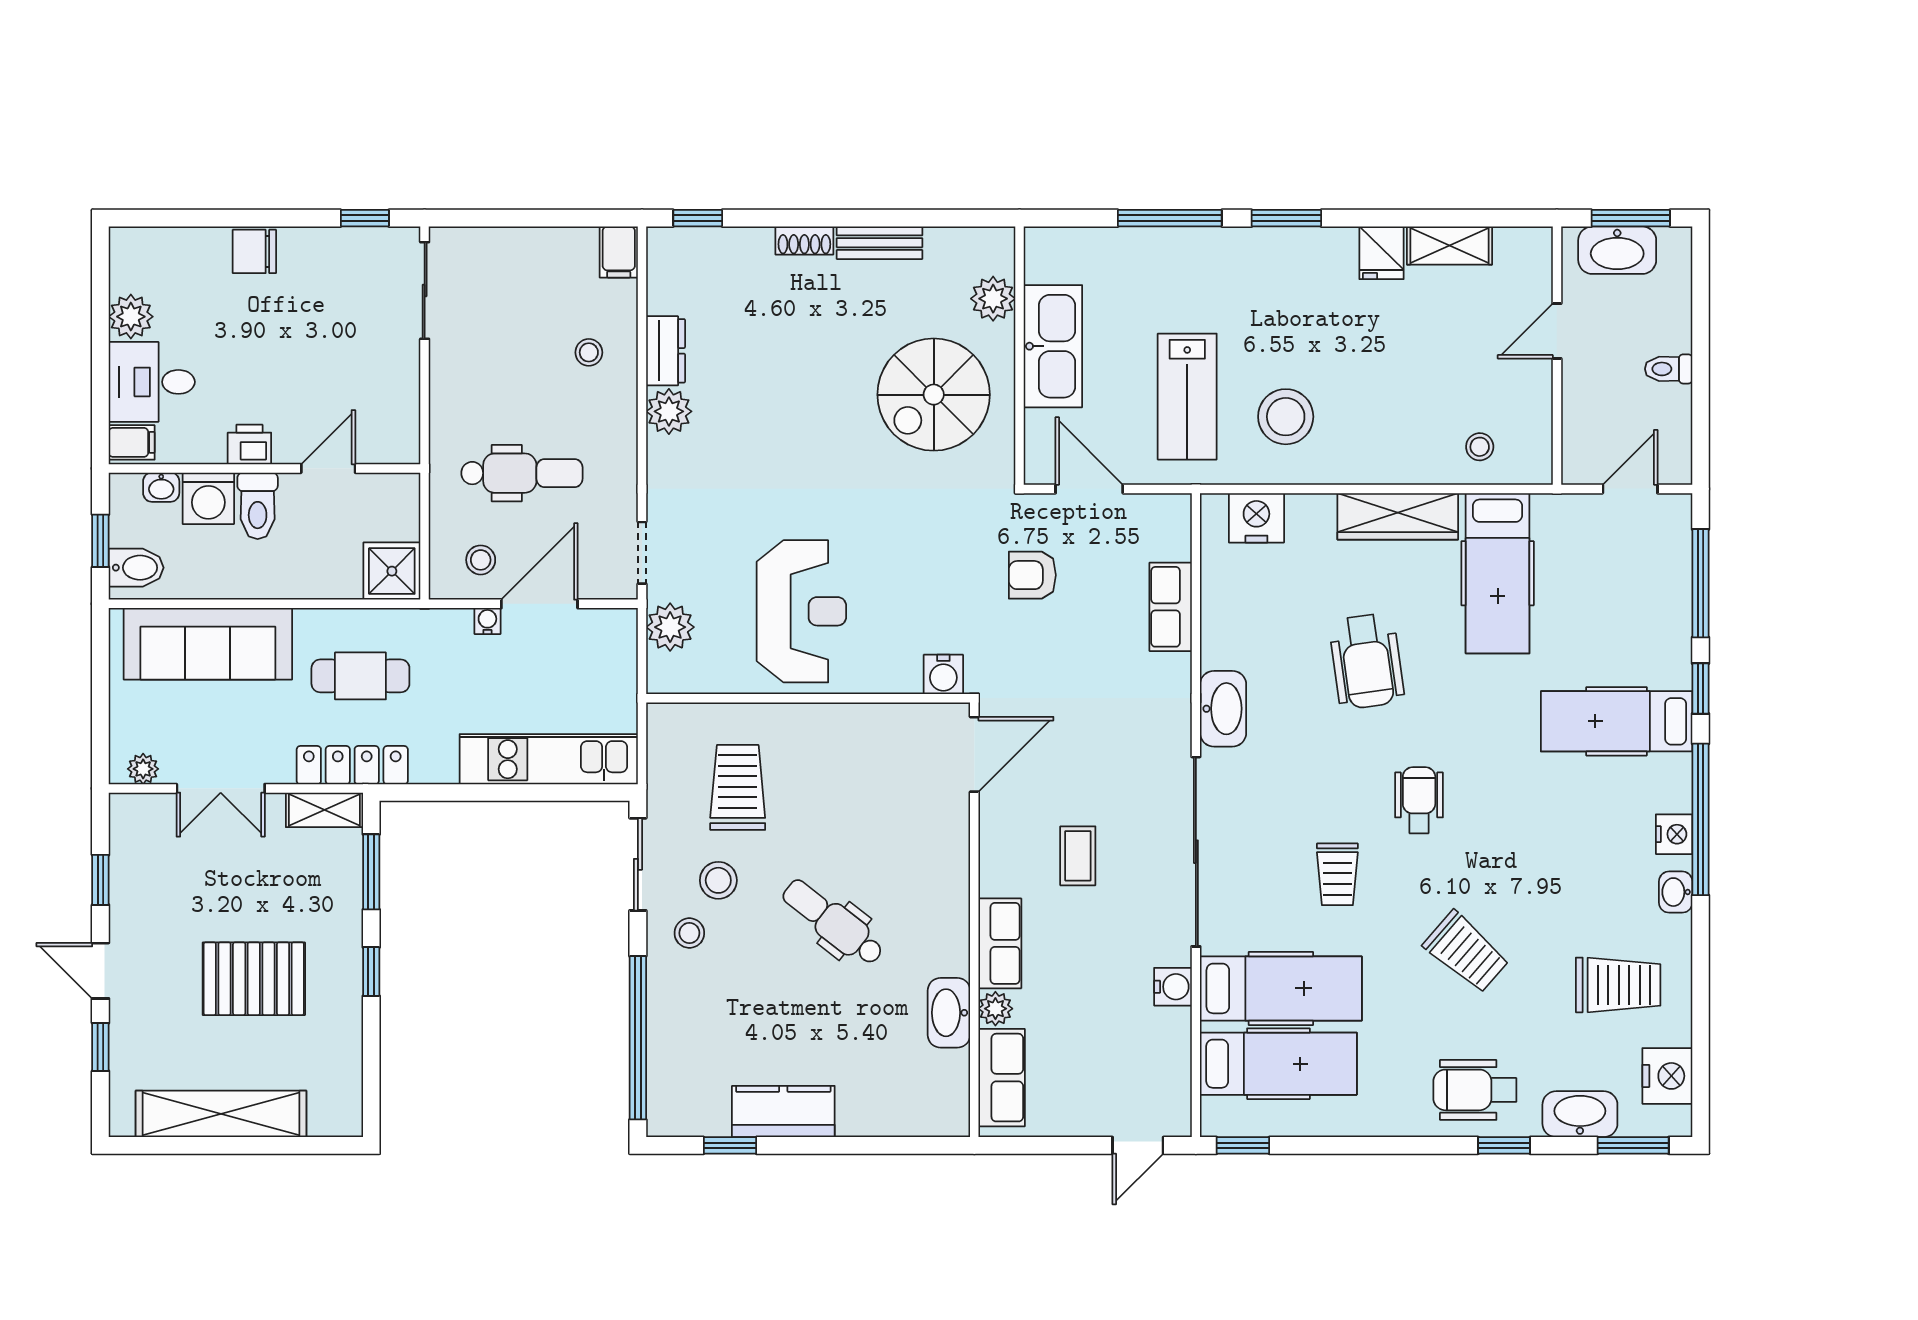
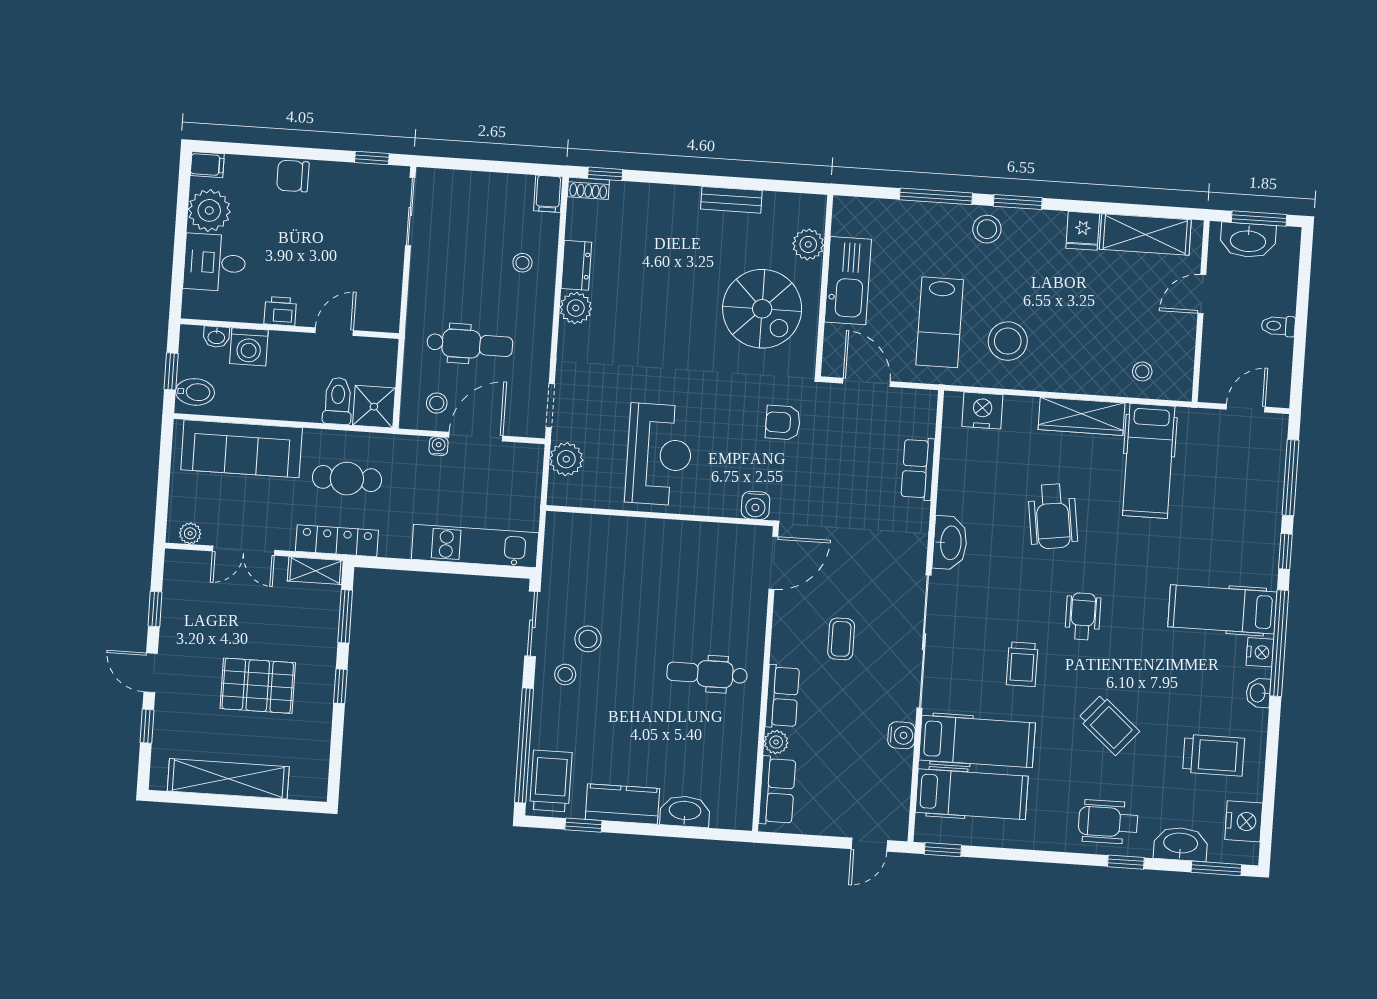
shoe rack: (804, 240) -> (588, 188), moved
shelving: (1449, 245) -> (1145, 234), width x1.50, depth x1.33
stool: (1245, 260) -> (987, 229), added
plant: (131, 317) -> (209, 210), width x1.36, depth x1.36
spiral stairs: (934, 395) -> (762, 309), turned -90
filing cabinet: (132, 442) -> (207, 165), moved
toilet: (258, 506) -> (338, 401), moved, turned 180
armchair: (1032, 575) -> (783, 423), moved
hospital bed: (1617, 721) -> (1222, 609), moved
trolley: (738, 787) -> (551, 781), moved
dental chair: (833, 922) -> (707, 674), moved, turned -38
washbasin: (949, 1013) -> (685, 811), moved, turned 90

